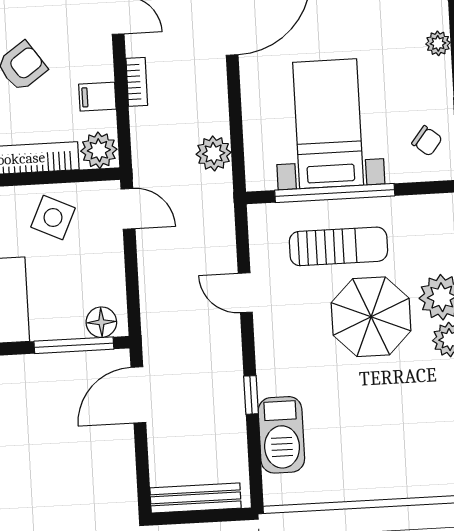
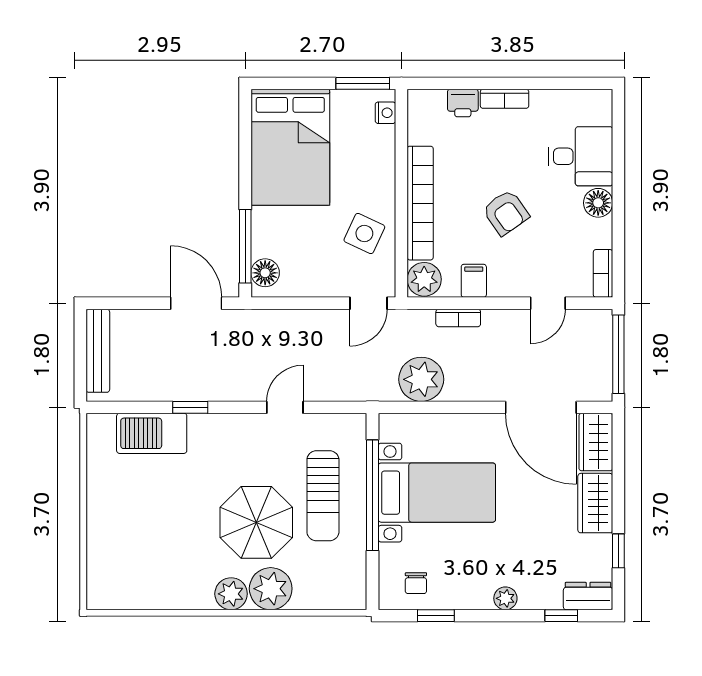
bookcase: (137, 82) -> (458, 318), moved
chair: (427, 141) -> (416, 583), turned -38
plant: (214, 153) -> (421, 379), width x1.36, depth x1.36

